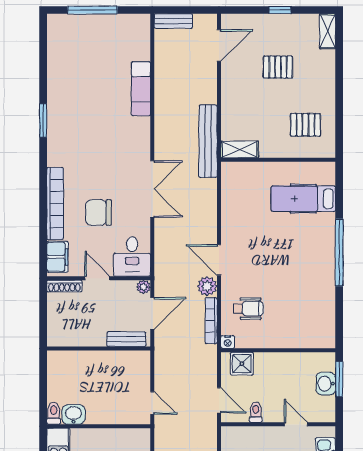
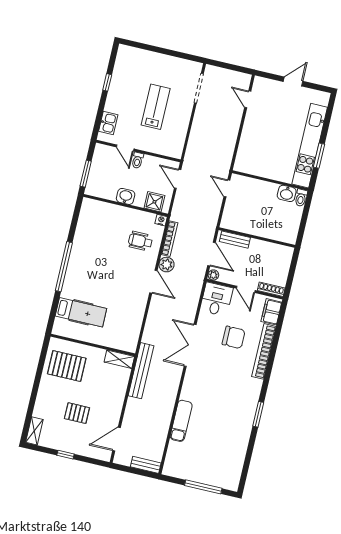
pallet: (305, 125) -> (67, 366), width x1.50, depth x1.42
door: (152, 313) -> (211, 254), swing flipped
washbasin: (326, 384) -> (126, 196), moved, turned -90
toilet: (256, 412) -> (138, 160), moved

